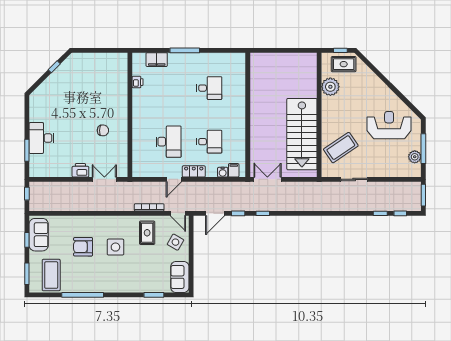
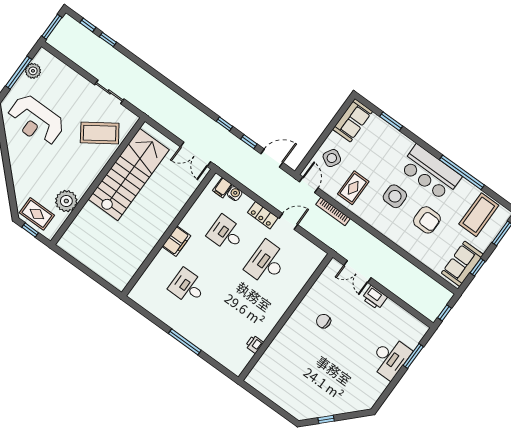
filing cabinet: (157, 60) -> (176, 241), moved, turned 90
bar counter: (103, 280) -> (430, 172), added

